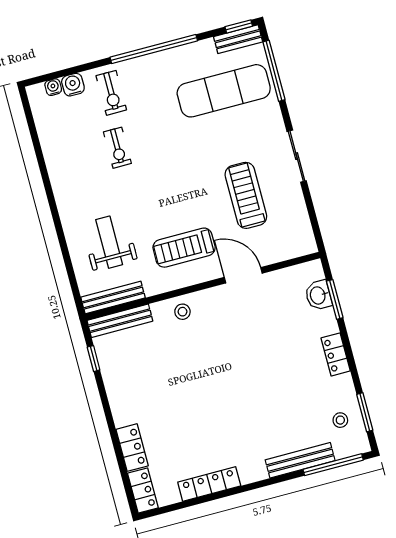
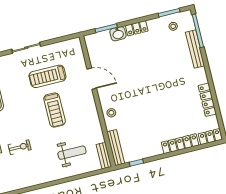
weight bench: (109, 242) -> (72, 153), turned 180
treadmill: (184, 248) -> (55, 110), moved
door: (243, 275) -> (92, 79), swing flipped
washbasin: (318, 295) -> (118, 34), moved
bench: (113, 297) -> (104, 156), width x0.73
locker: (132, 448) -> (180, 144), width x1.53

